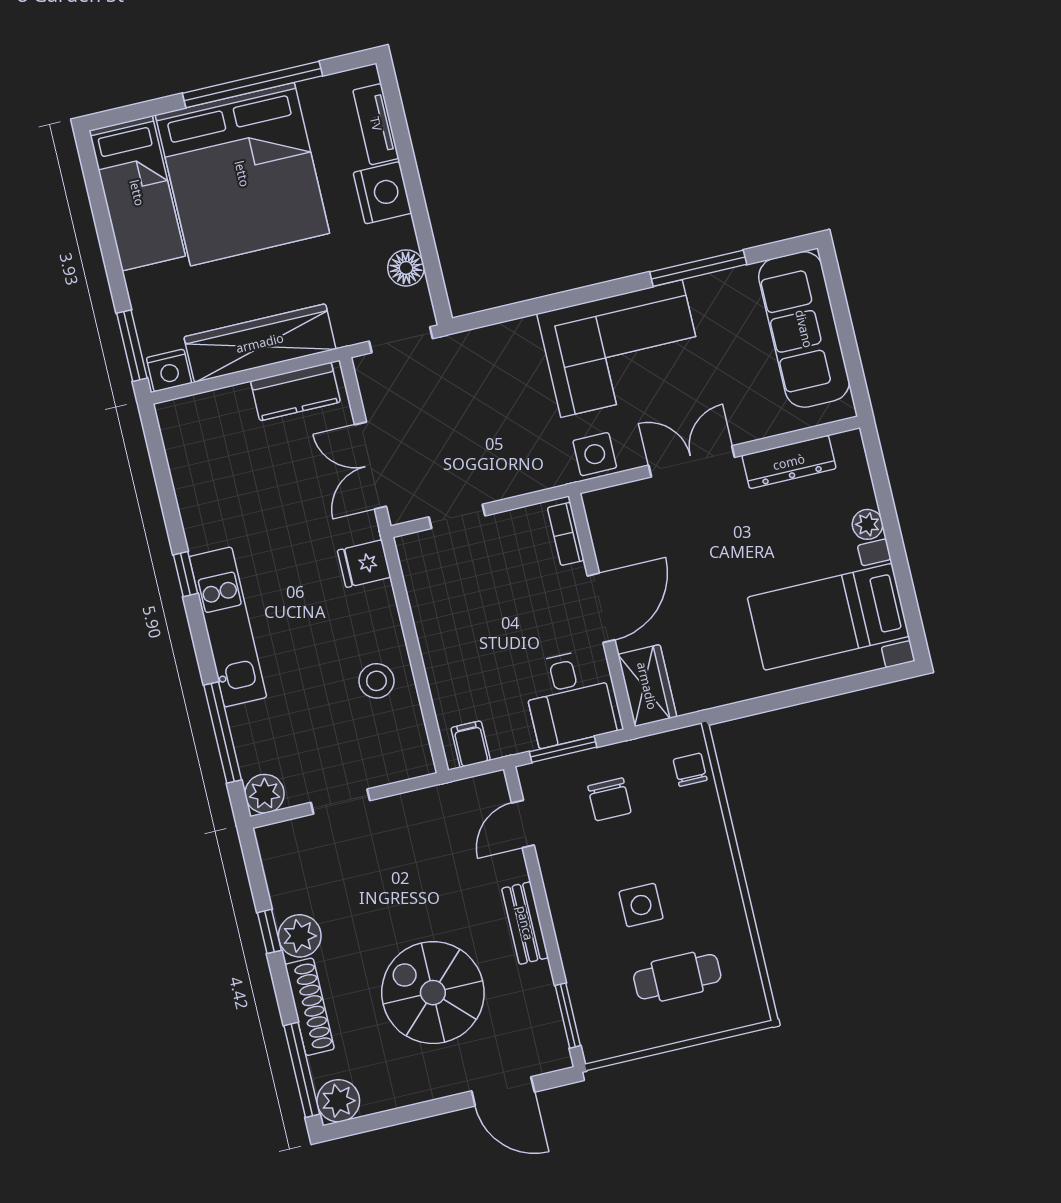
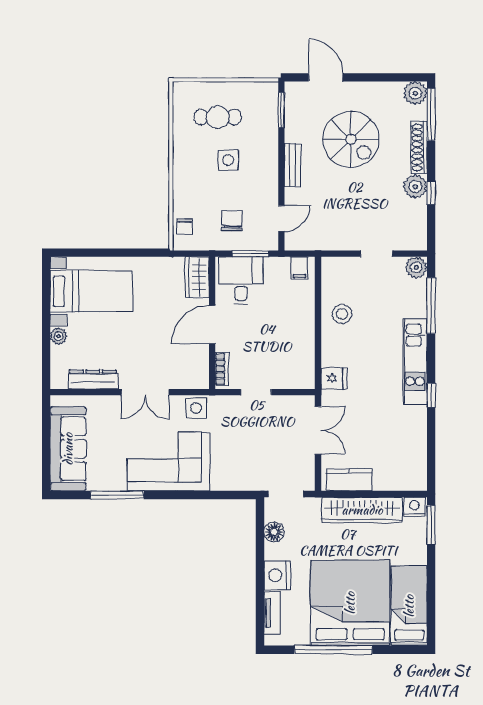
doorway: (457, 516) -> (256, 392), moved

